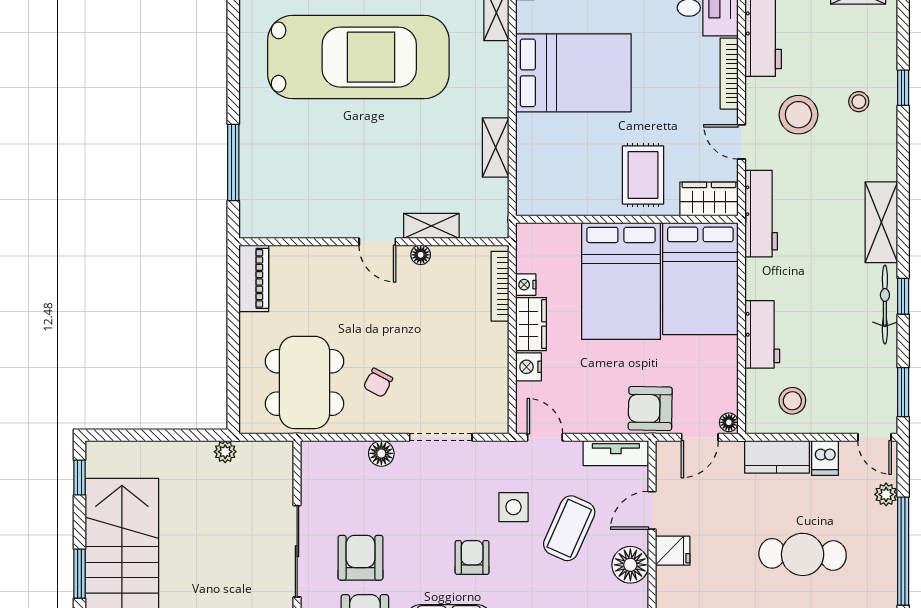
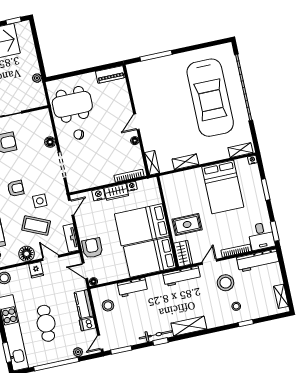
shelving: (431, 226) -> (152, 163), moved

